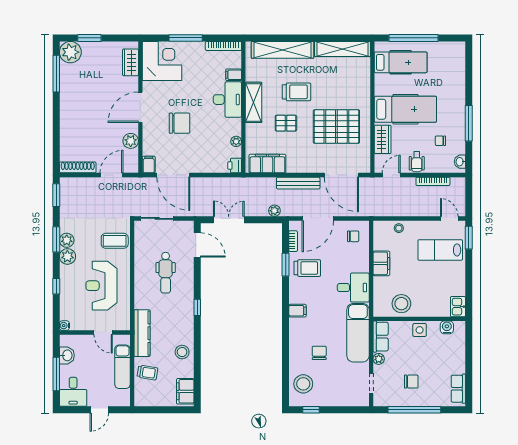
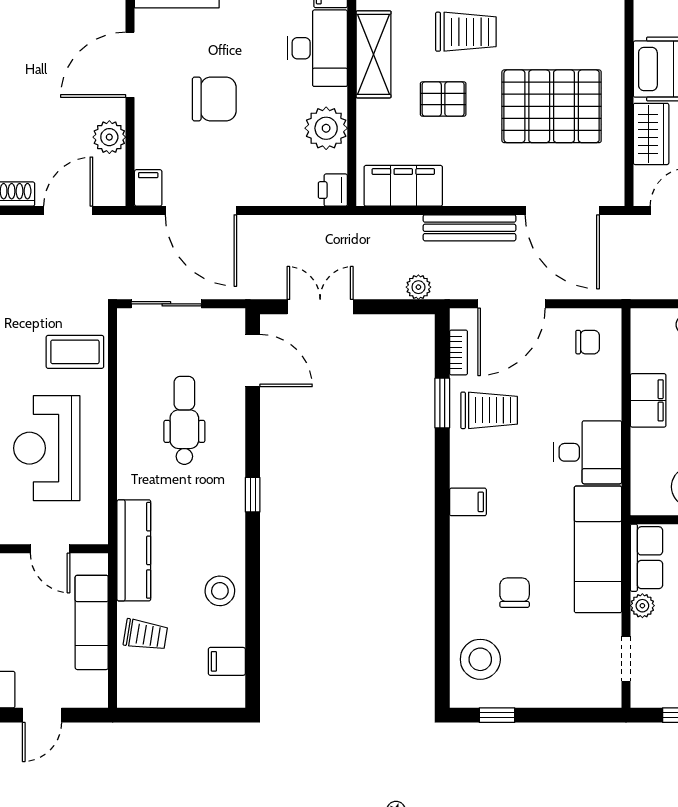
plant: (236, 141) -> (326, 128), width x1.88, depth x1.88
dental chair: (166, 273) -> (184, 420), turned 180
filing cabinet: (185, 391) -> (227, 661), width x0.50

